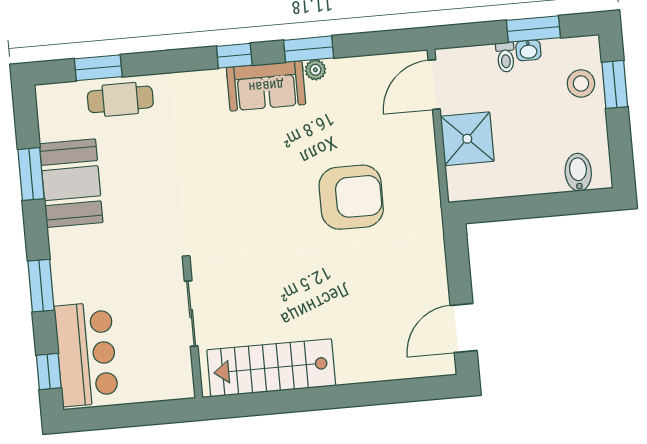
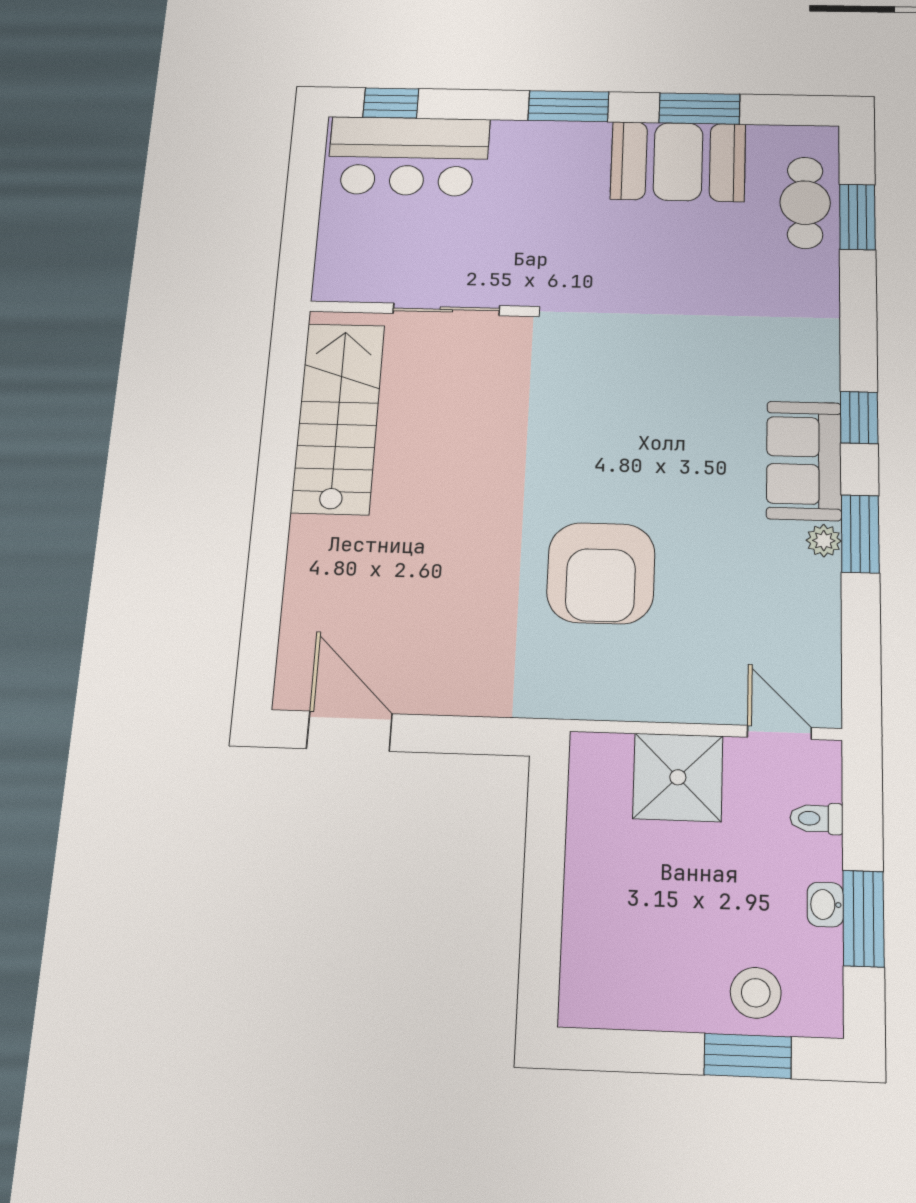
toilet: (506, 57) -> (817, 818), moved
door: (434, 85) -> (779, 732), width x0.73
cafe table: (120, 99) -> (805, 203), moved
bidet: (578, 172) -> (594, 967), removed
window: (41, 286) -> (568, 106), moved

